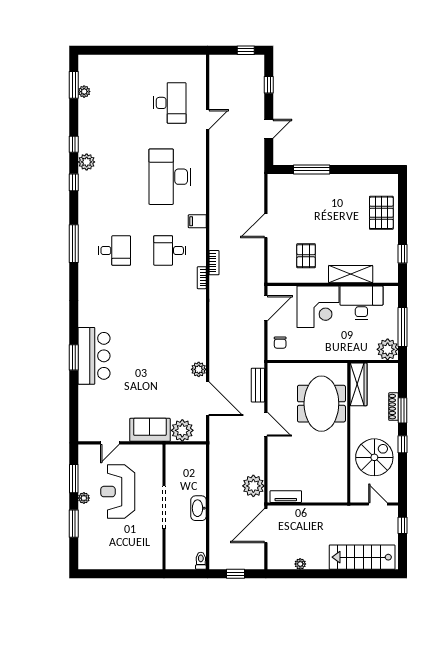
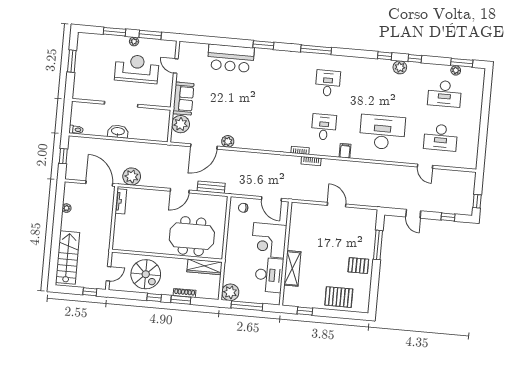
desk: (114, 103) -> (445, 94), added
window: (74, 244) -> (316, 50), moved
desk: (114, 251) -> (328, 83), turned 180
pallet: (306, 256) -> (358, 266), moved
bar counter: (94, 356) -> (231, 58), moved
window: (74, 357) -> (263, 45), moved
window: (115, 574) -> (72, 61), added

